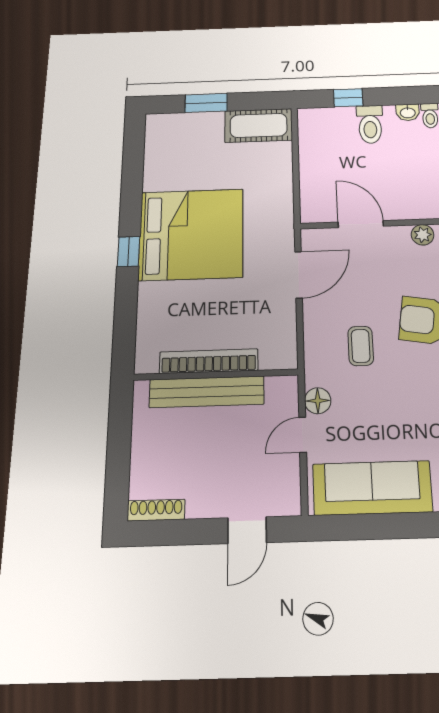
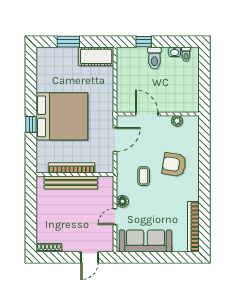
bookcase: (209, 361) -> (72, 168), moved
wall: (216, 375) -> (75, 174), moved
bench: (207, 392) -> (71, 182), moved

